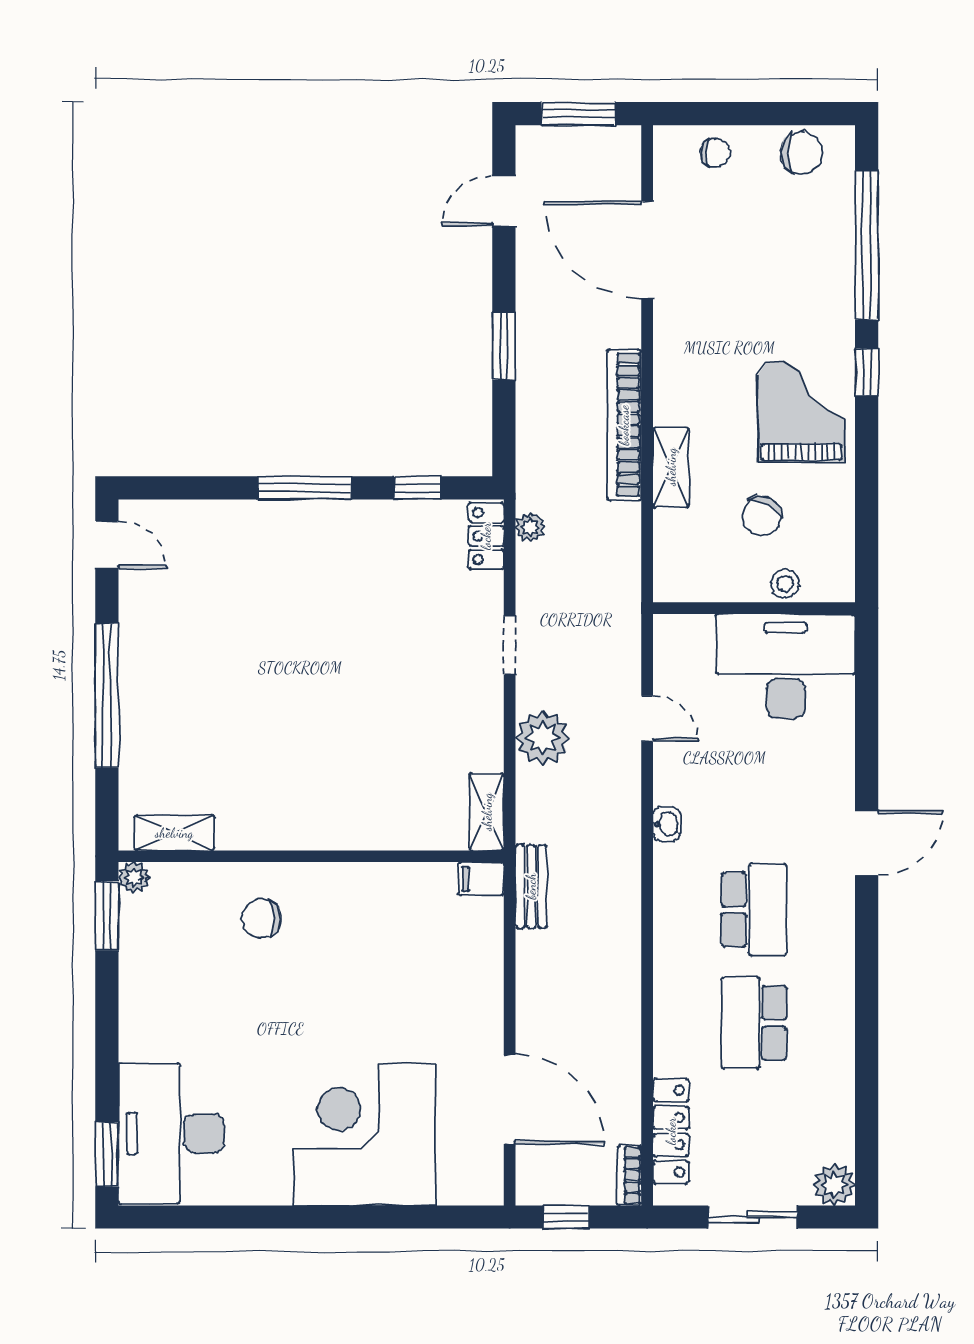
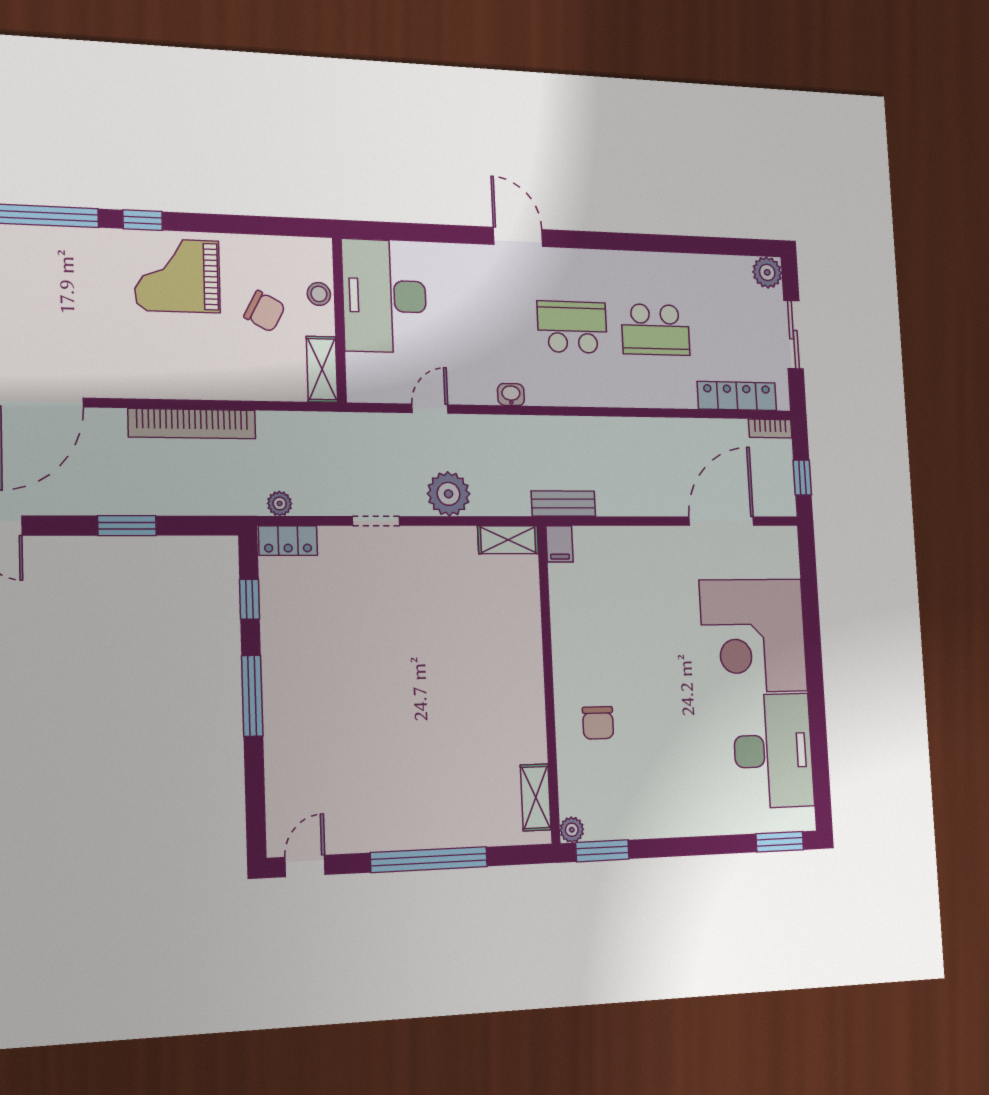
shelving: (671, 467) -> (322, 369), moved, turned 90
desk: (171, 1134) -> (773, 751), moved, turned -90

